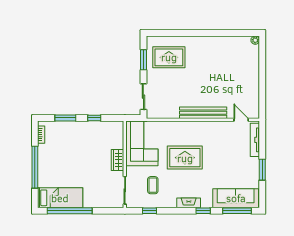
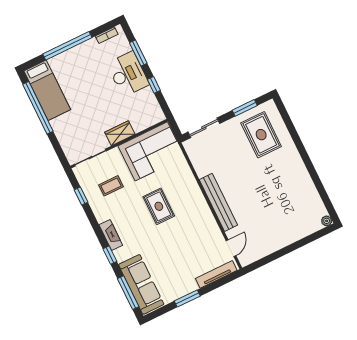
desk: (77, 133) -> (128, 74), added
rug: (185, 158) -> (159, 206), width x0.73, depth x0.70

